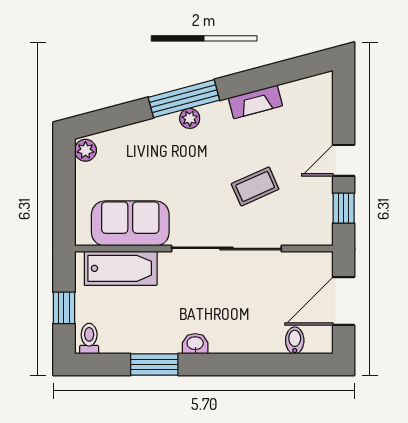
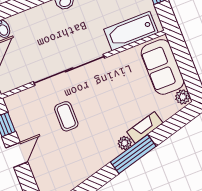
fireplace: (255, 102) -> (145, 127), moved
coffee table: (255, 186) -> (66, 116), turned -66
sofa: (130, 223) -> (162, 67), moved, turned 90

